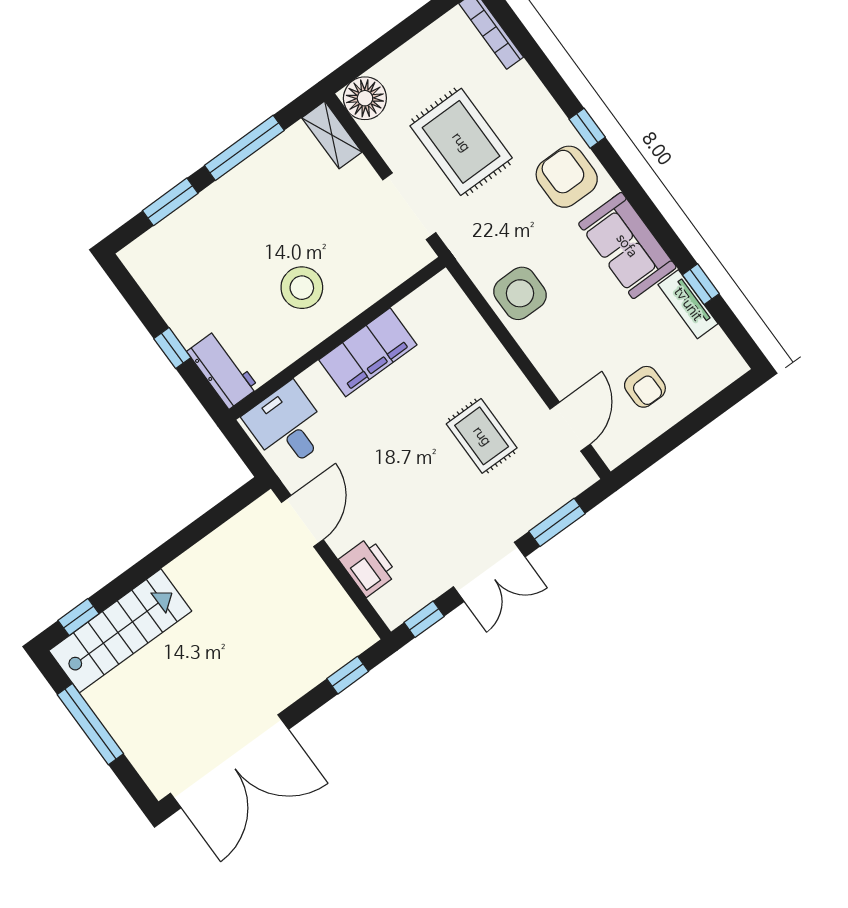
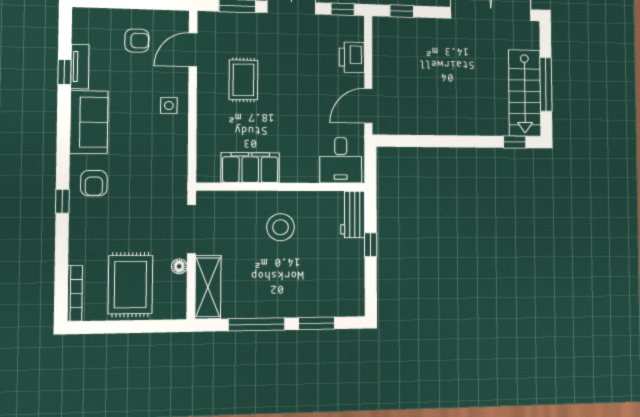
floor lamp: (365, 98) -> (179, 266), moved, width x0.53, depth x0.53
shelving: (332, 135) -> (208, 287), width x1.50, depth x1.33
rug: (461, 142) -> (130, 285), moved
armchair: (567, 177) -> (94, 183), width x0.72, depth x0.72
side table: (520, 293) -> (169, 105), moved, width x0.54, depth x0.54
filing cabinet: (368, 352) -> (250, 168), moved
armchair: (645, 387) -> (137, 41), turned 90
stairs: (120, 631) -> (525, 93), moved, turned -90

